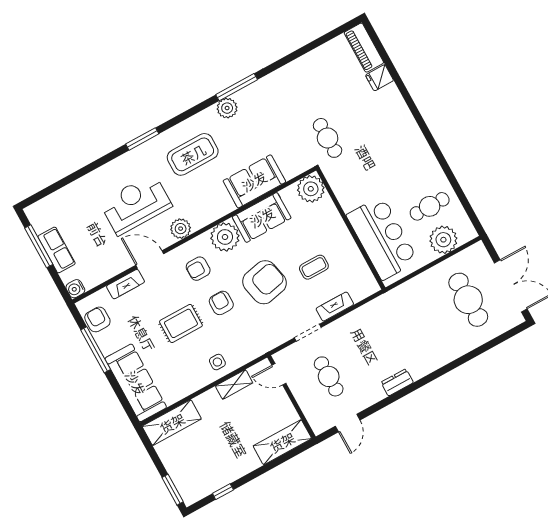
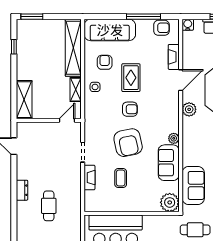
sofa: (254, 181) -> (193, 185), moved
plant: (225, 237) -> (174, 138), width x0.53, depth x0.53
armchair: (198, 269) -> (105, 62), moved
cafe table: (329, 376) -> (49, 206), moved, turned 90
shelving: (172, 423) -> (73, 48), width x1.47

